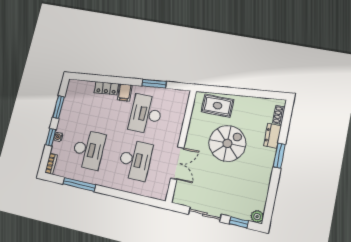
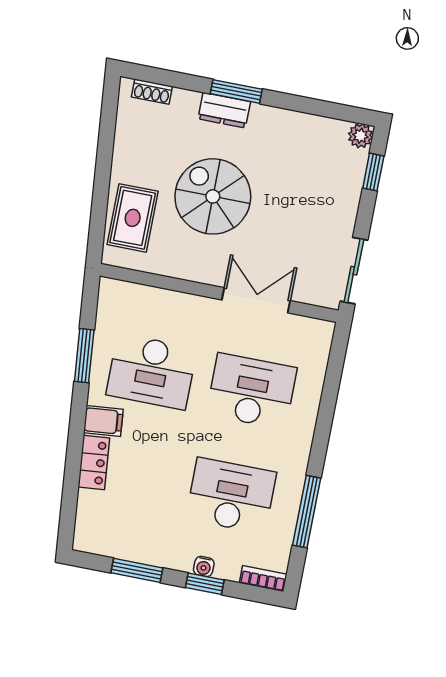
dresser: (272, 136) -> (224, 110), moved
sliding door: (205, 214) -> (354, 271), moved

